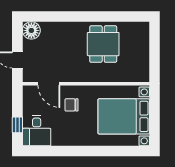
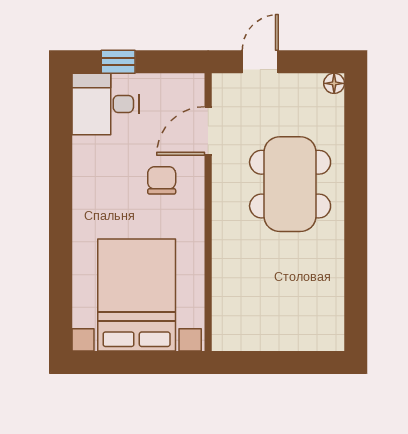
floor lamp: (31, 30) -> (334, 83), width x0.53, depth x0.53
dining table: (103, 44) -> (290, 184), moved, width x1.38

